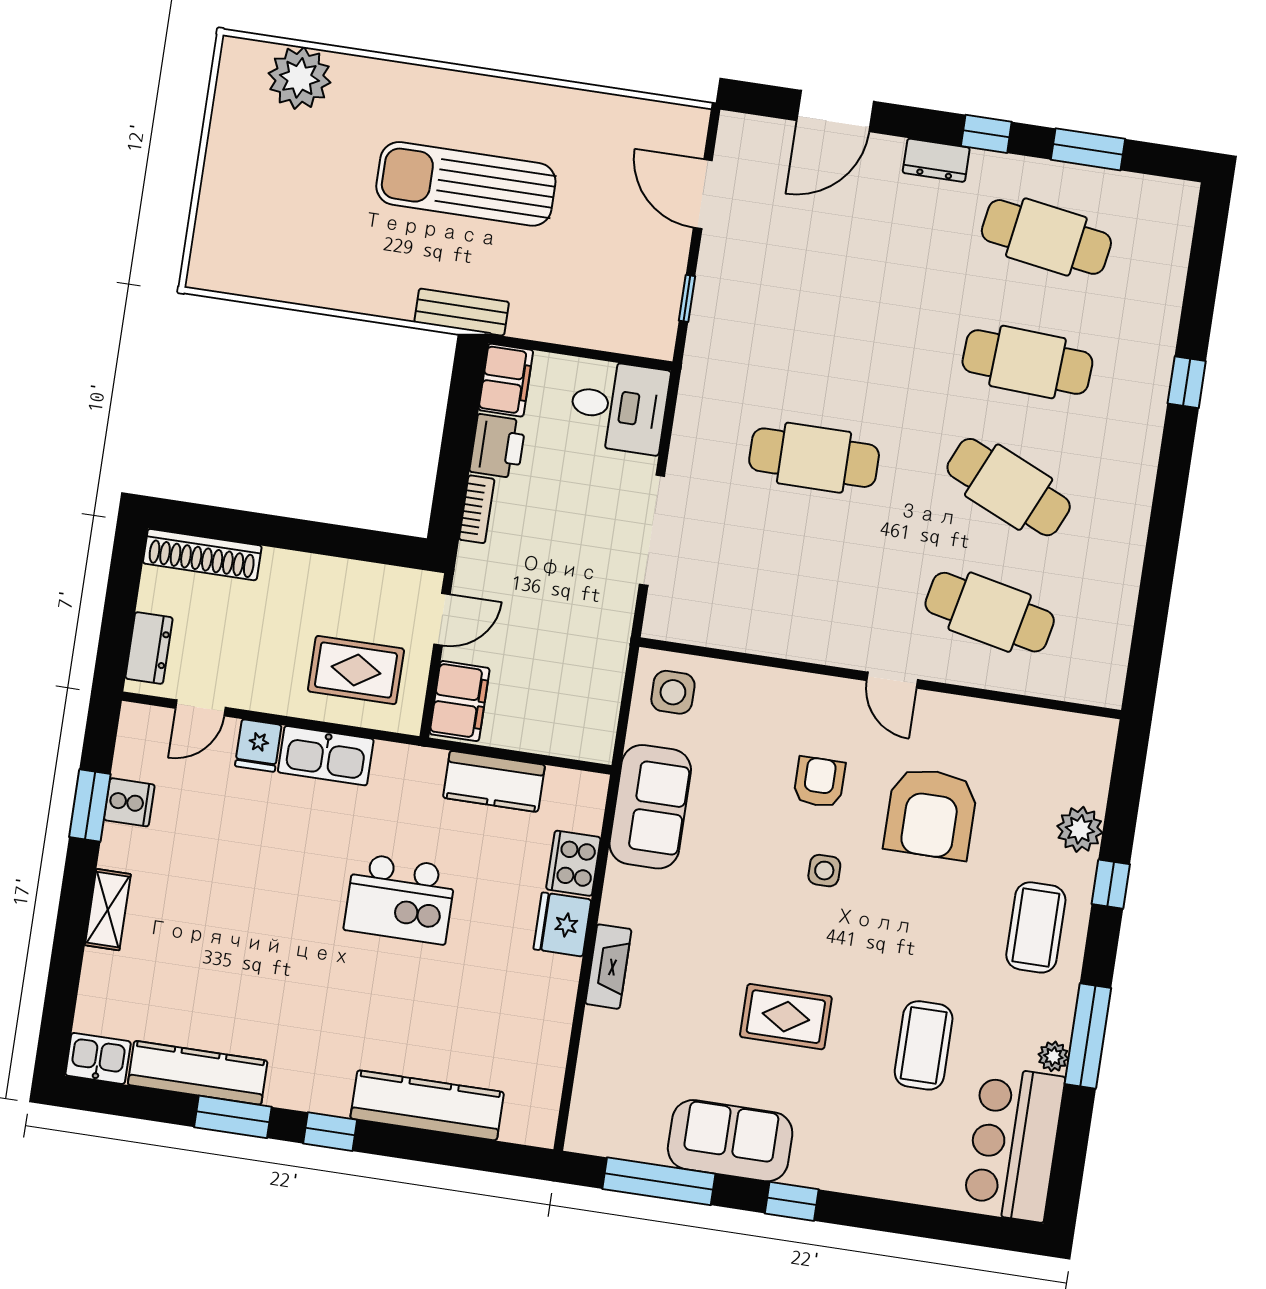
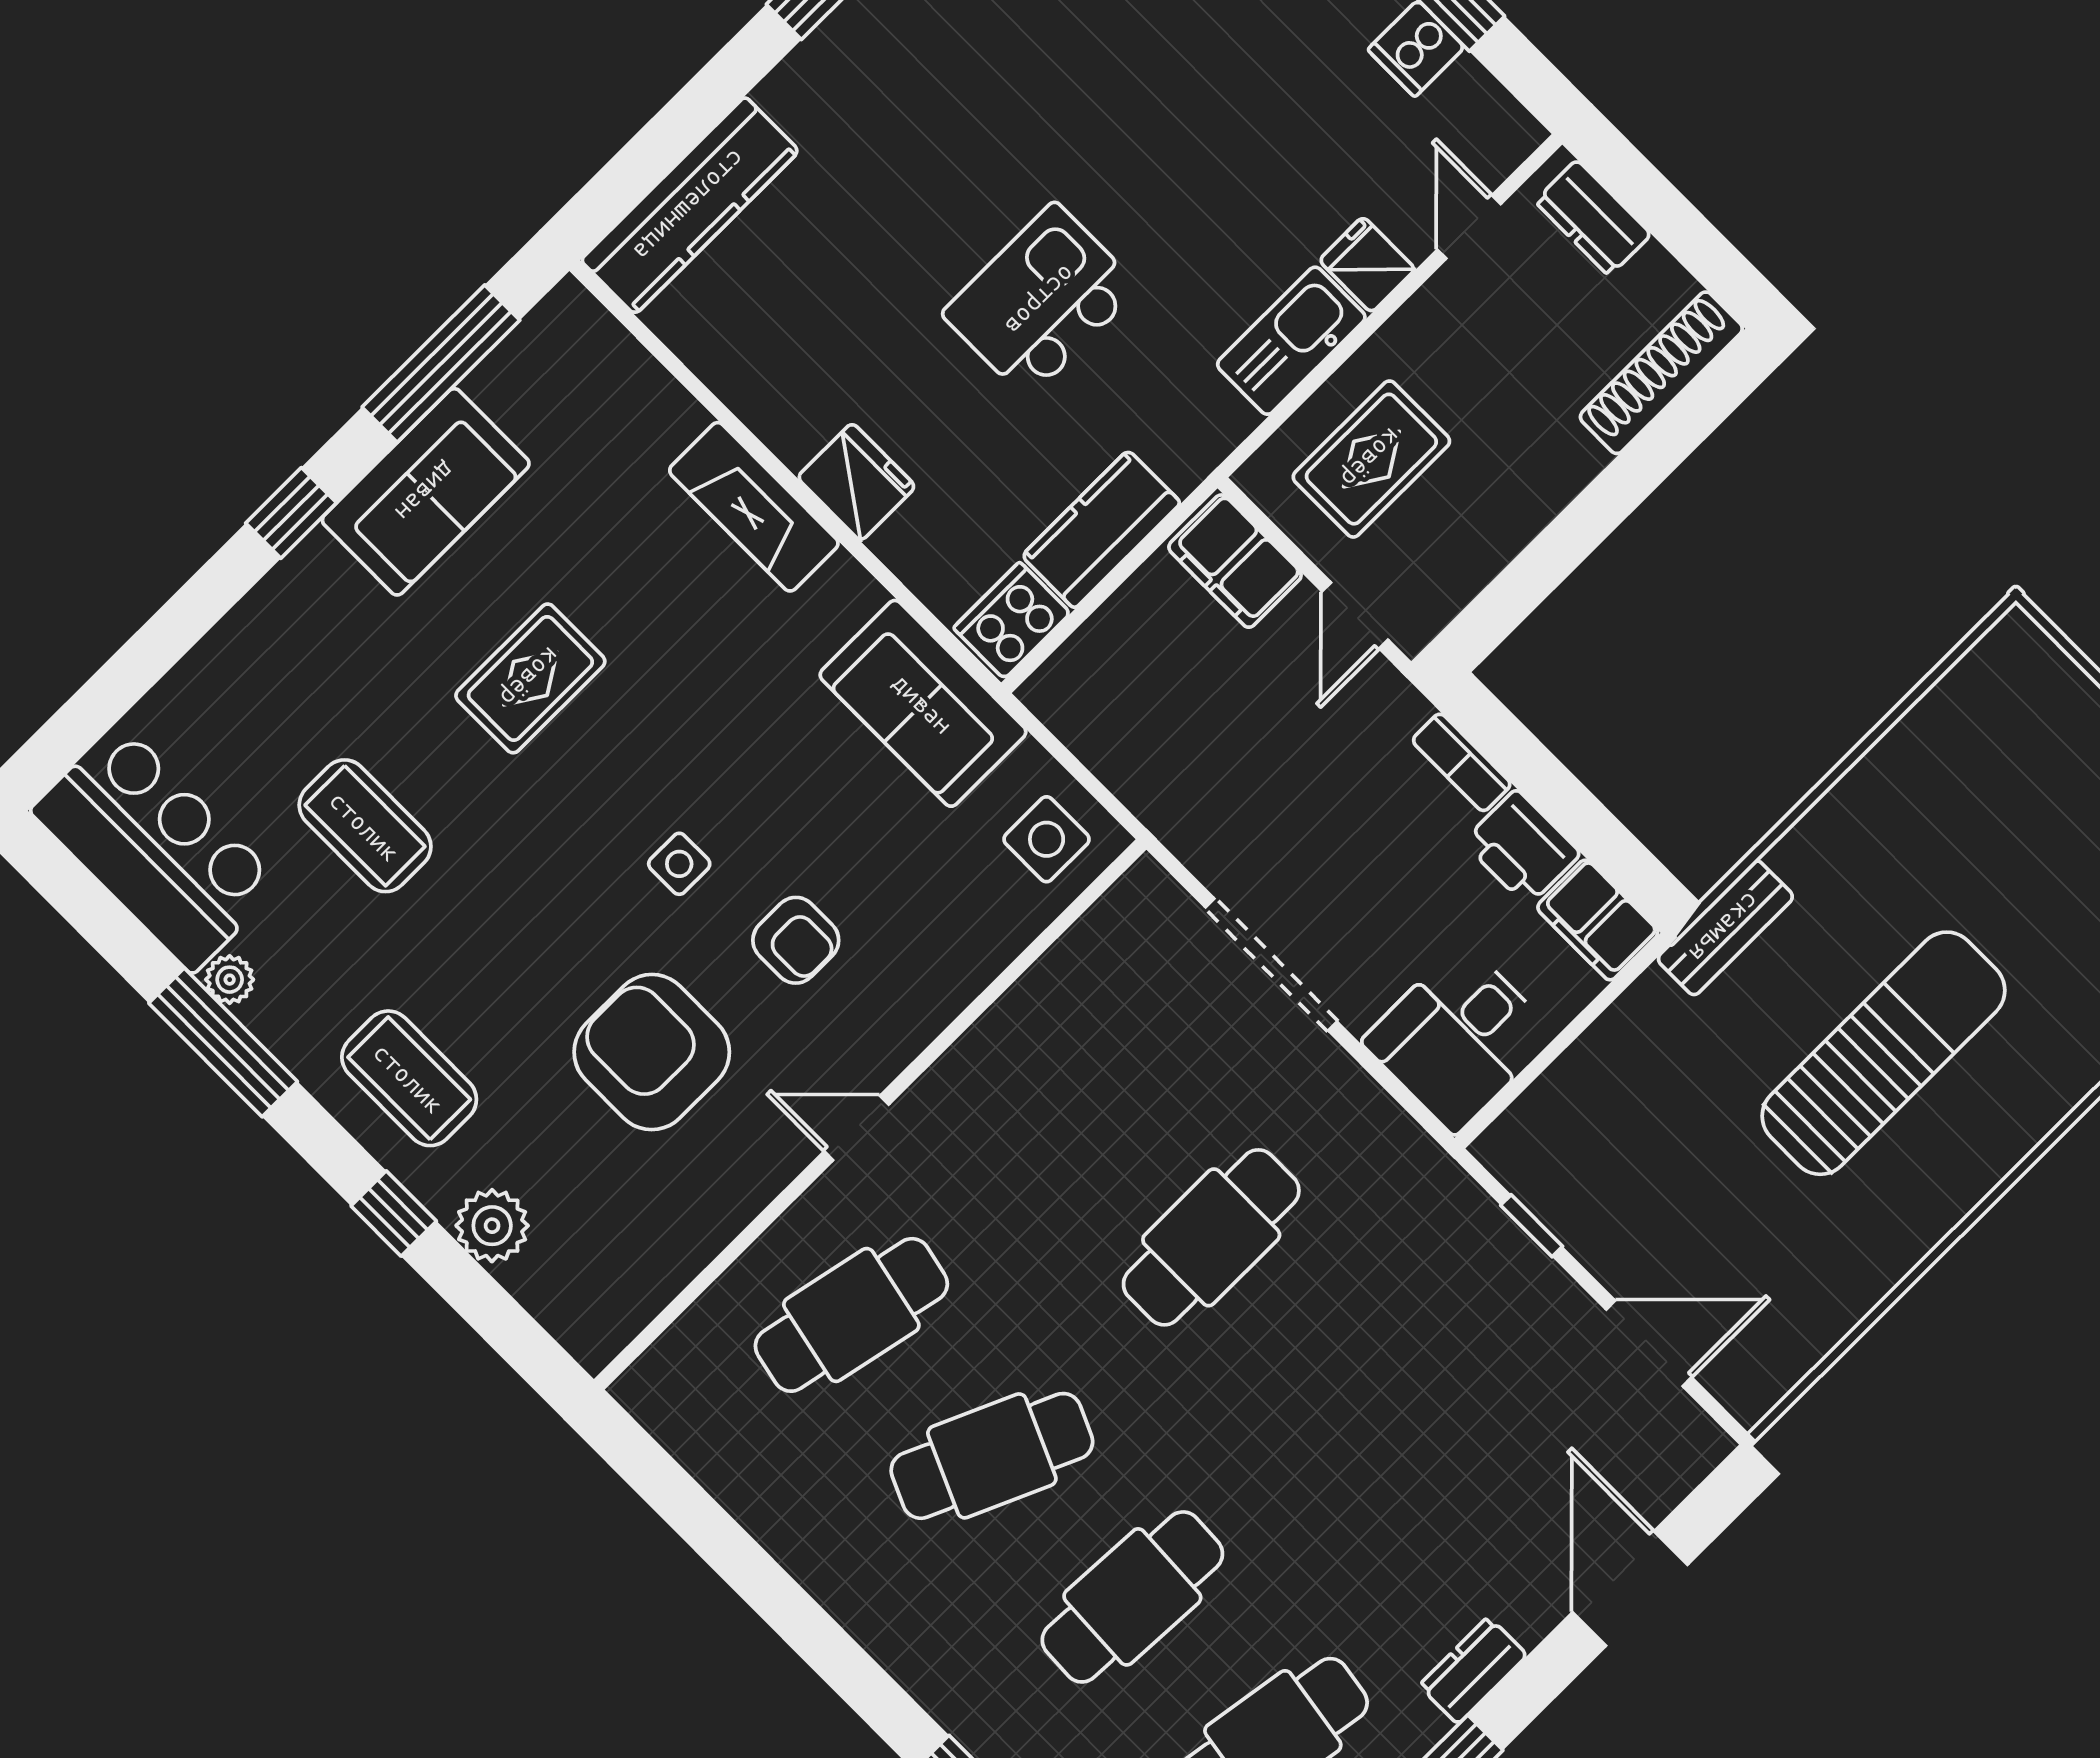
cooker: (573, 863) -> (1012, 620), moved, turned -90
fireplace: (608, 967) -> (754, 507), width x1.37, depth x1.32
kitchen counter: (427, 1105) -> (690, 206), moved

